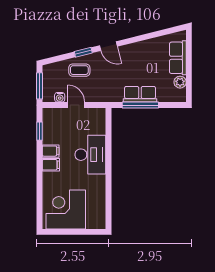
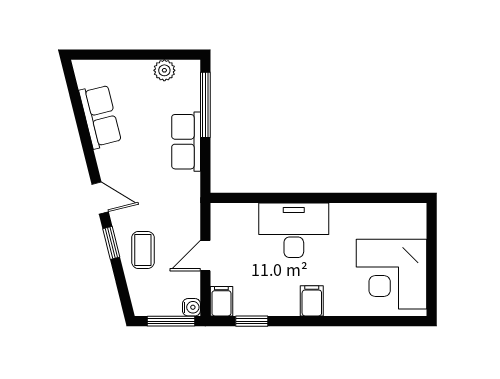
door: (108, 46) -> (100, 198), hinge flipped
row of seats: (178, 58) -> (100, 116), moved, turned -104
water cooler: (60, 97) -> (191, 307), moved
window: (140, 105) -> (205, 105), moved
filing cabinet: (51, 151) -> (221, 301), moved

